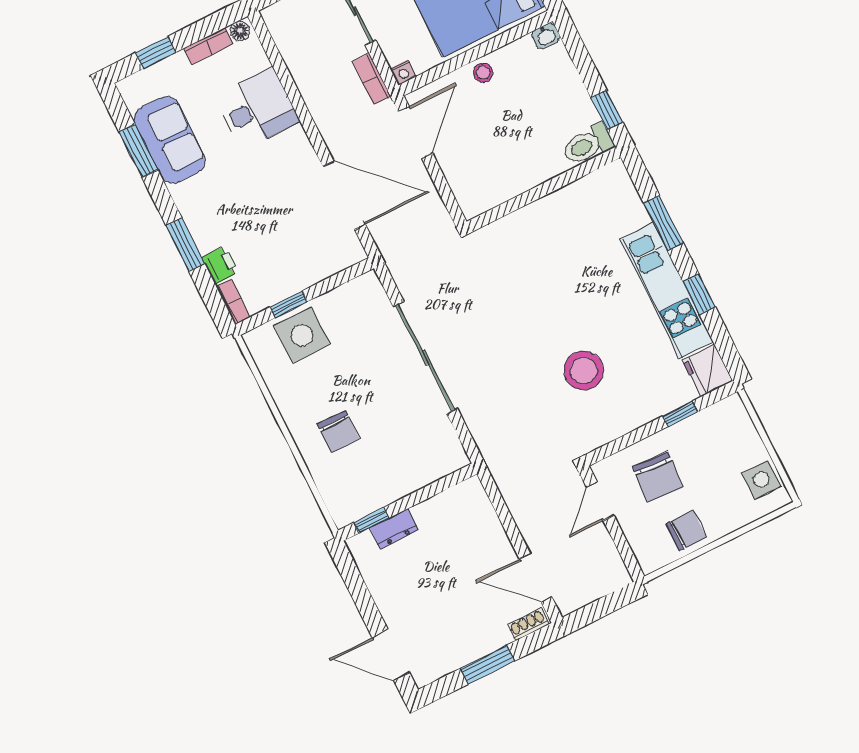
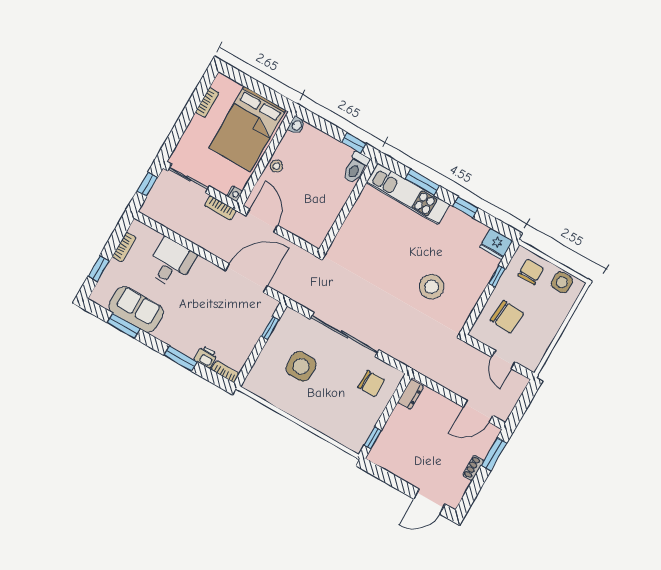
floor lamp: (240, 31) -> (135, 228), removed
kitchen unit: (667, 291) -> (408, 194), moved
window: (289, 304) -> (270, 328), moved
side table: (302, 335) -> (301, 366), moved
chair: (338, 432) -> (371, 384), moved
door: (600, 501) -> (503, 360), moved
dresser: (394, 529) -> (411, 394), moved
chair: (686, 531) -> (531, 272), moved
shoe rack: (528, 624) -> (473, 468), moved
window: (488, 665) -> (494, 454), moved

